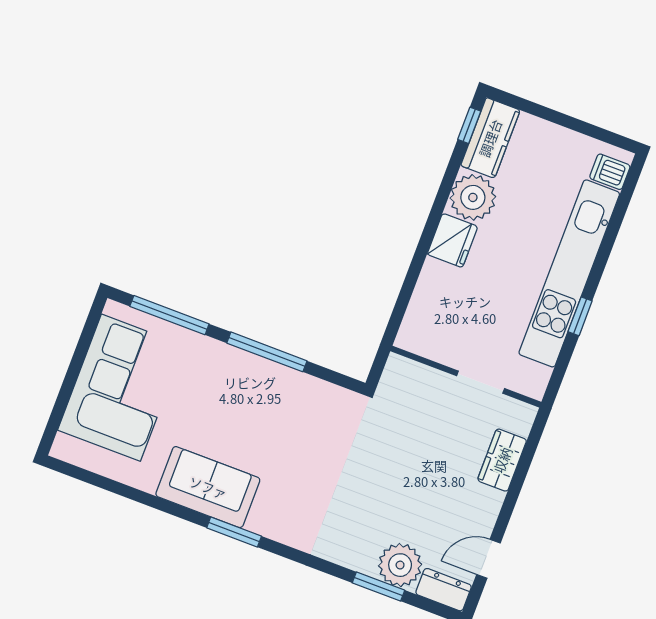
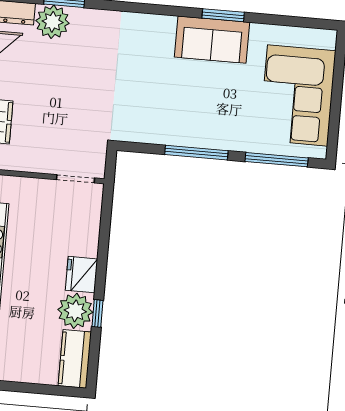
window: (469, 125) -> (97, 313), moved
doorway: (481, 382) -> (76, 179), moved
window: (234, 532) -> (223, 15), moved

